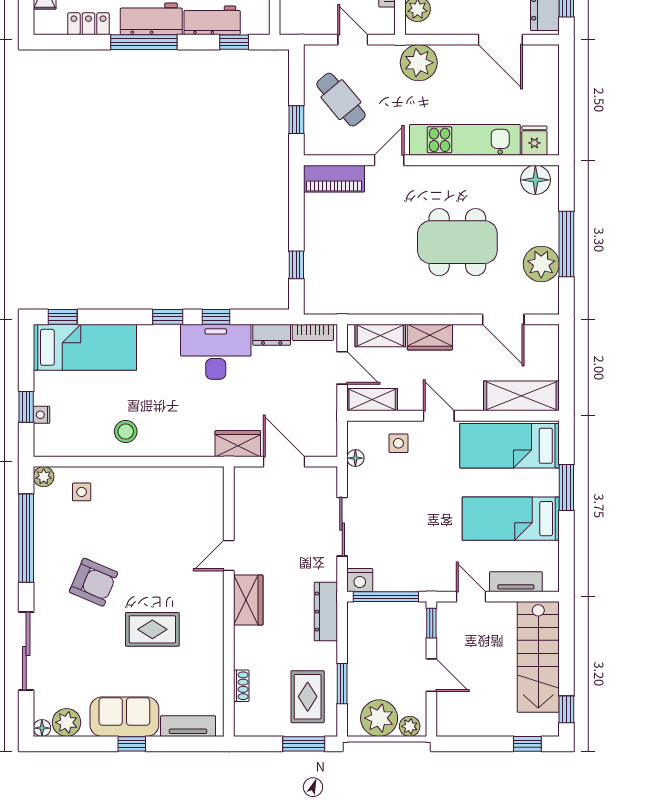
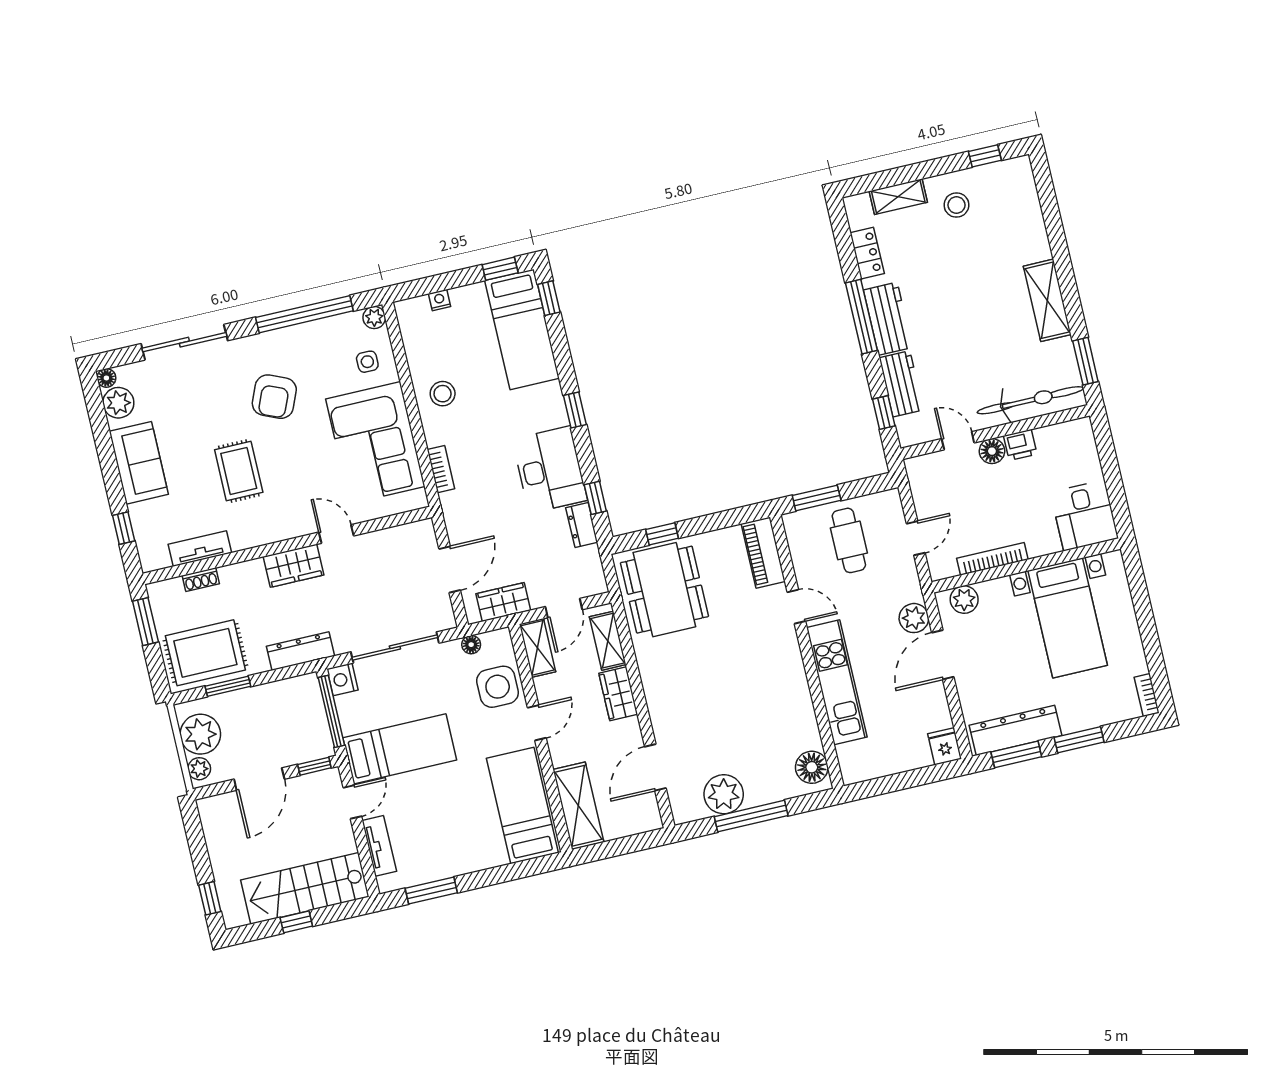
door: (500, 40) -> (943, 655), moved
plant: (419, 63) -> (914, 618), width x0.73, depth x0.73
cafe table: (341, 100) -> (849, 540), turned -50
window: (296, 120) -> (817, 498), width x1.50
fridge: (534, 141) -> (944, 746), moved, turned -90
dining table: (457, 242) -> (664, 590), moved
window: (216, 317) -> (595, 498), moved
bookcase: (313, 332) -> (441, 469), moved, turned 180
window: (26, 407) -> (500, 269), moved
side table: (398, 443) -> (498, 687), width x1.87, depth x1.87
wardrobe: (238, 444) -> (503, 602), moved, turned -90
window: (566, 487) -> (431, 890), moved
corner sofa: (156, 502) -> (375, 443), added
bed: (511, 519) -> (400, 749), moved, turned 90
sliding door: (342, 527) -> (395, 647), width x1.37
door: (431, 675) -> (259, 779), width x1.38
rug: (308, 697) -> (205, 653), width x1.36, depth x1.43
window: (566, 709) -> (296, 922), moved
tv unit: (188, 726) -> (200, 549), moved, turned -90
window: (132, 744) -> (124, 528), moved
window: (304, 744) -> (145, 622), moved

